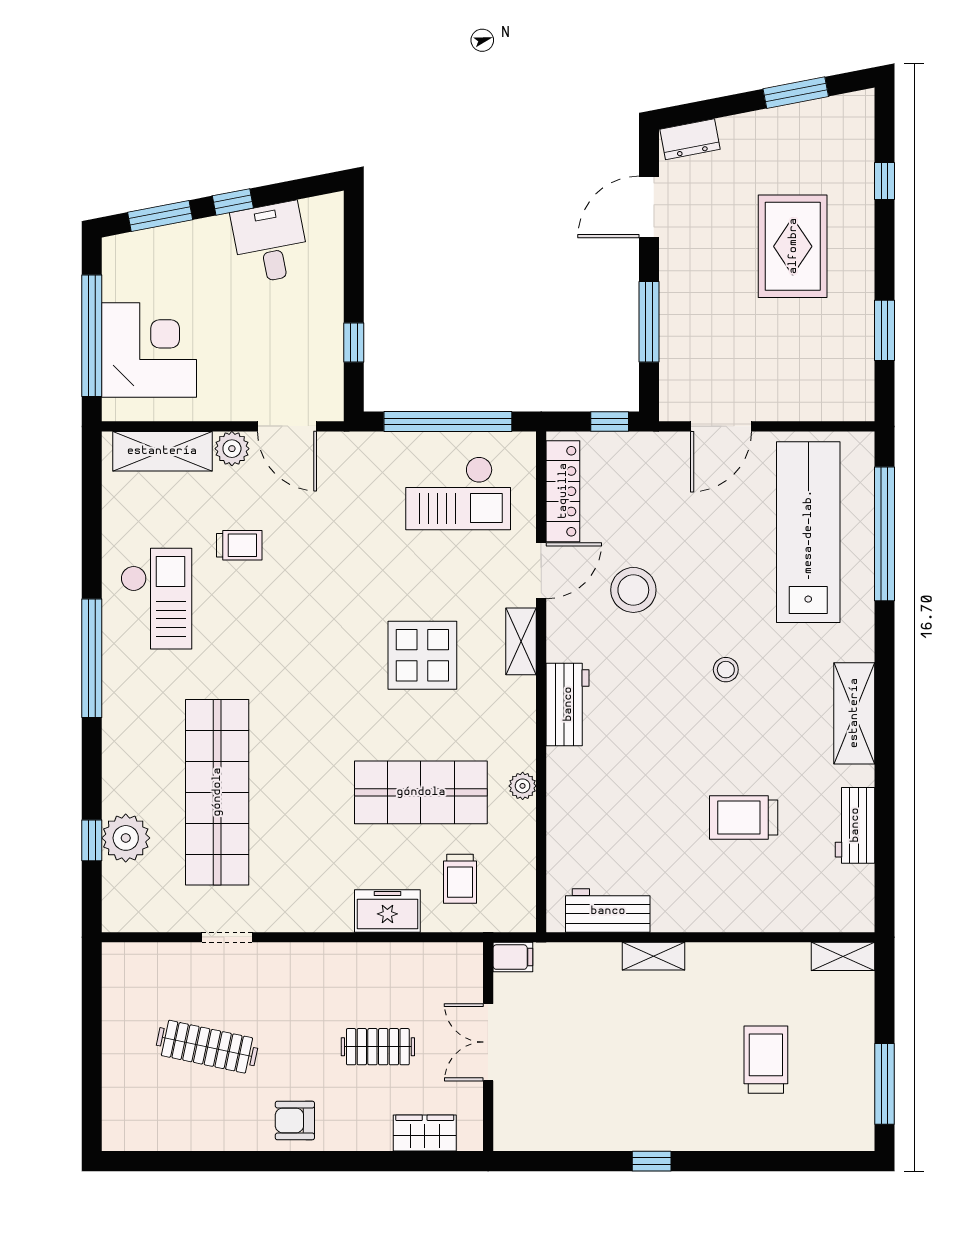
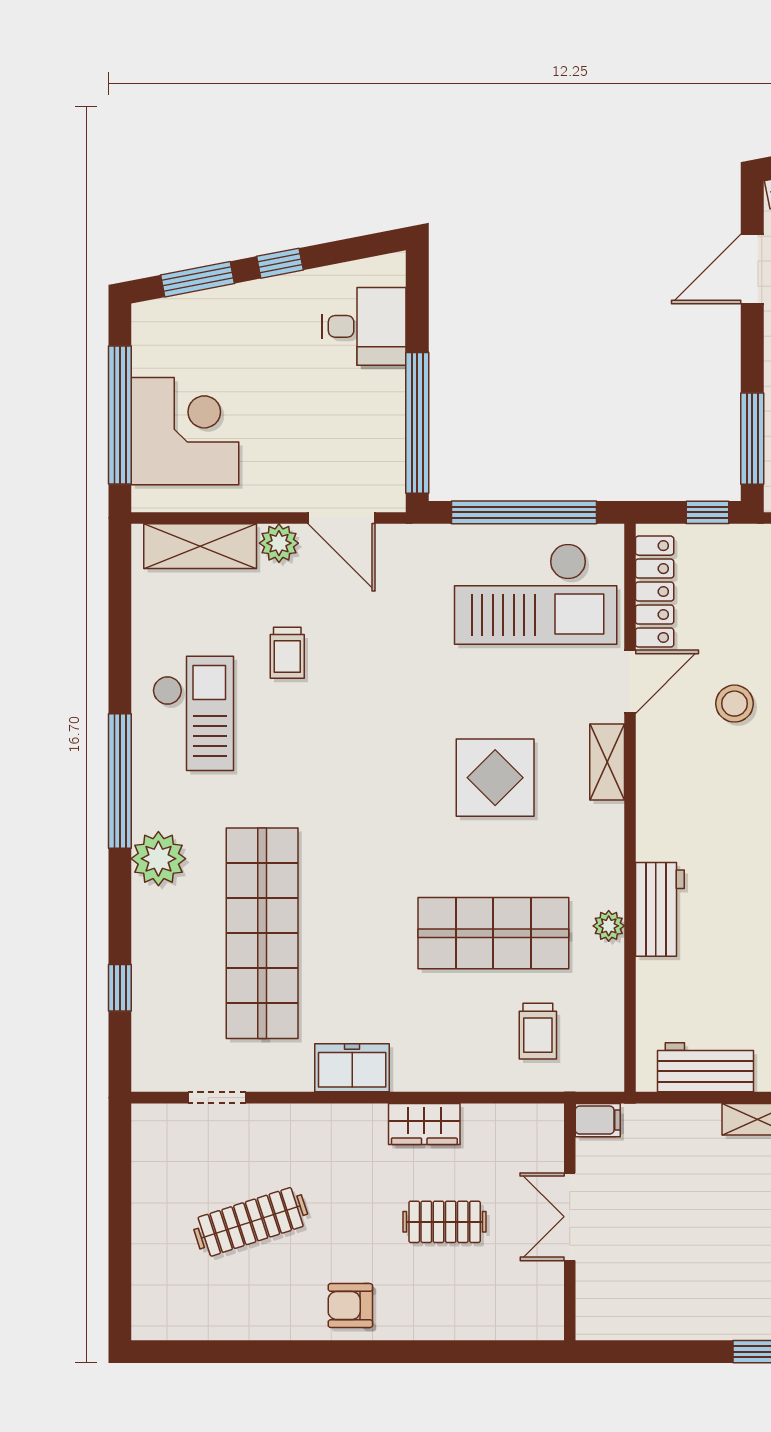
desk: (270, 243) -> (364, 326), moved, turned 101
window: (649, 322) -> (752, 439), moved
window: (354, 343) -> (417, 423), width x3.17
checkout: (458, 493) -> (536, 594), width x1.36, depth x1.21
trolley: (239, 545) -> (287, 653), turned 90
stool: (633, 590) -> (734, 704), width x0.73, depth x0.73
workbench: (568, 704) -> (660, 909), moved
plant: (126, 838) -> (158, 859), moved
freezer: (387, 911) -> (352, 1068), moved
doorway: (227, 937) -> (217, 1098), moved
clothes rail: (207, 1047) -> (251, 1222), turned -30
wardrobe: (425, 1133) -> (424, 1124), moved, turned 180

